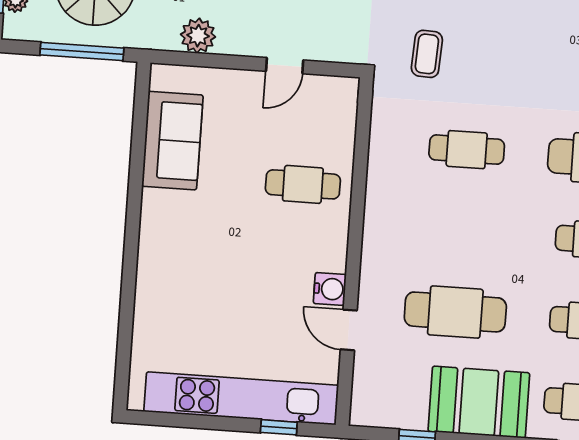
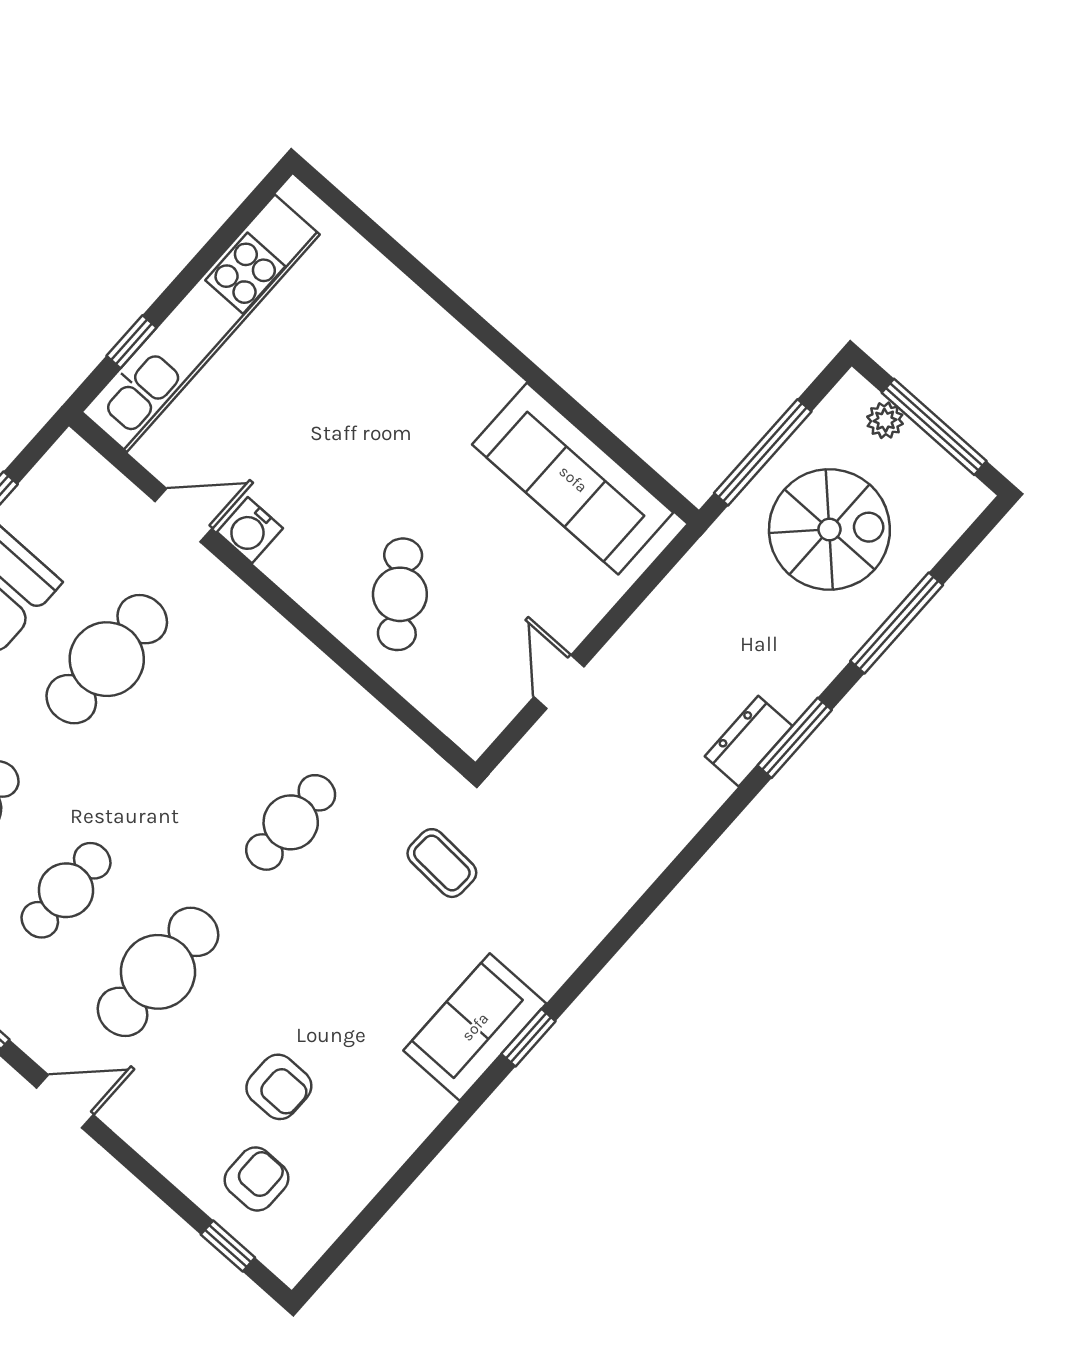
plant: (198, 36) -> (675, 606), removed
sofa: (172, 141) -> (573, 479), width x1.36
cafe table: (303, 184) -> (400, 594), turned -37

